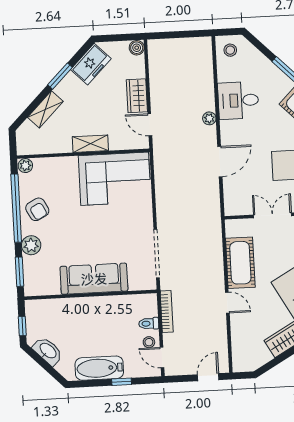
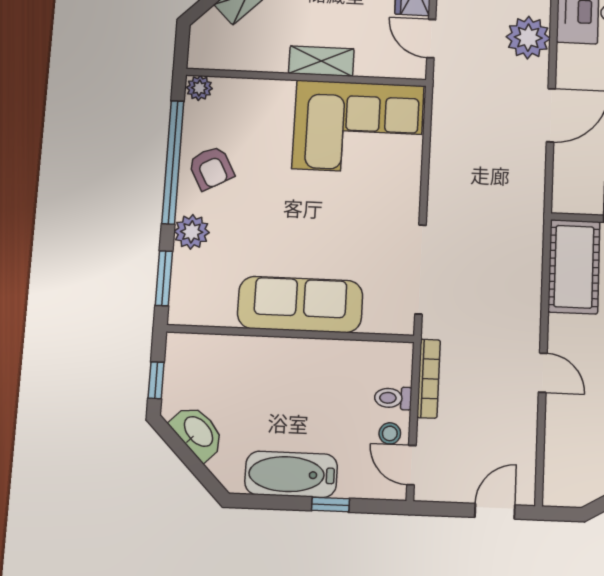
plant: (209, 118) -> (528, 38), width x1.88, depth x1.88
cot: (240, 263) -> (574, 267), moved

